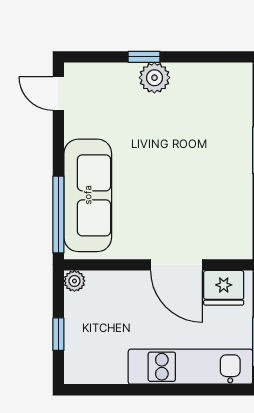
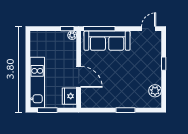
plant: (154, 78) -> (155, 91), moved
door: (177, 265) -> (79, 77), swing flipped
window: (58, 334) -> (67, 29), moved

